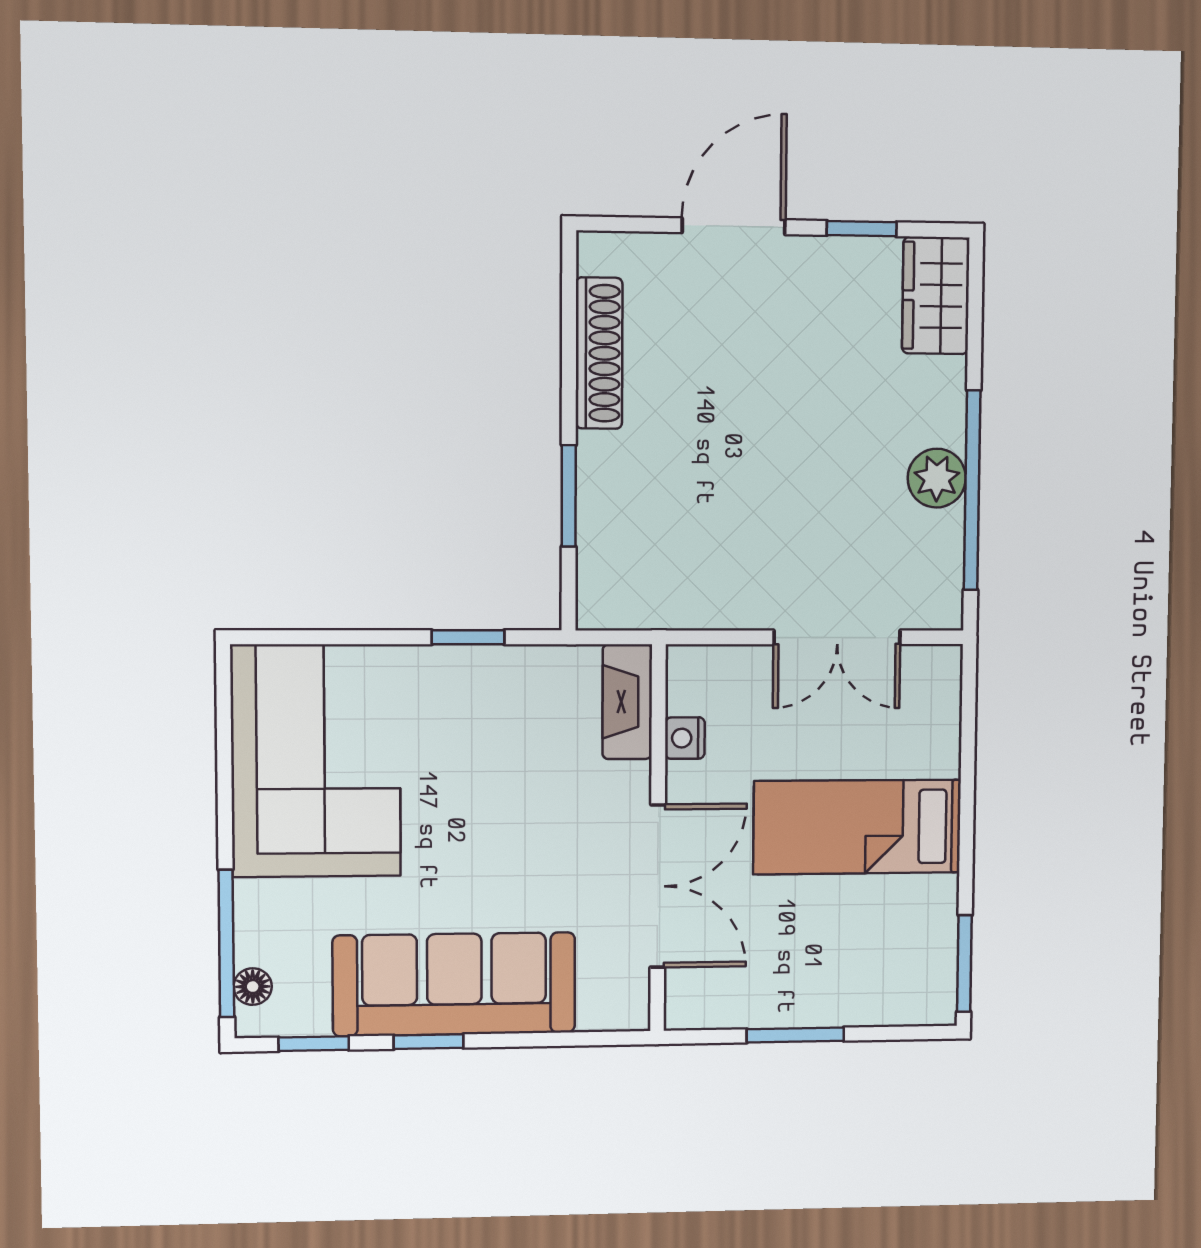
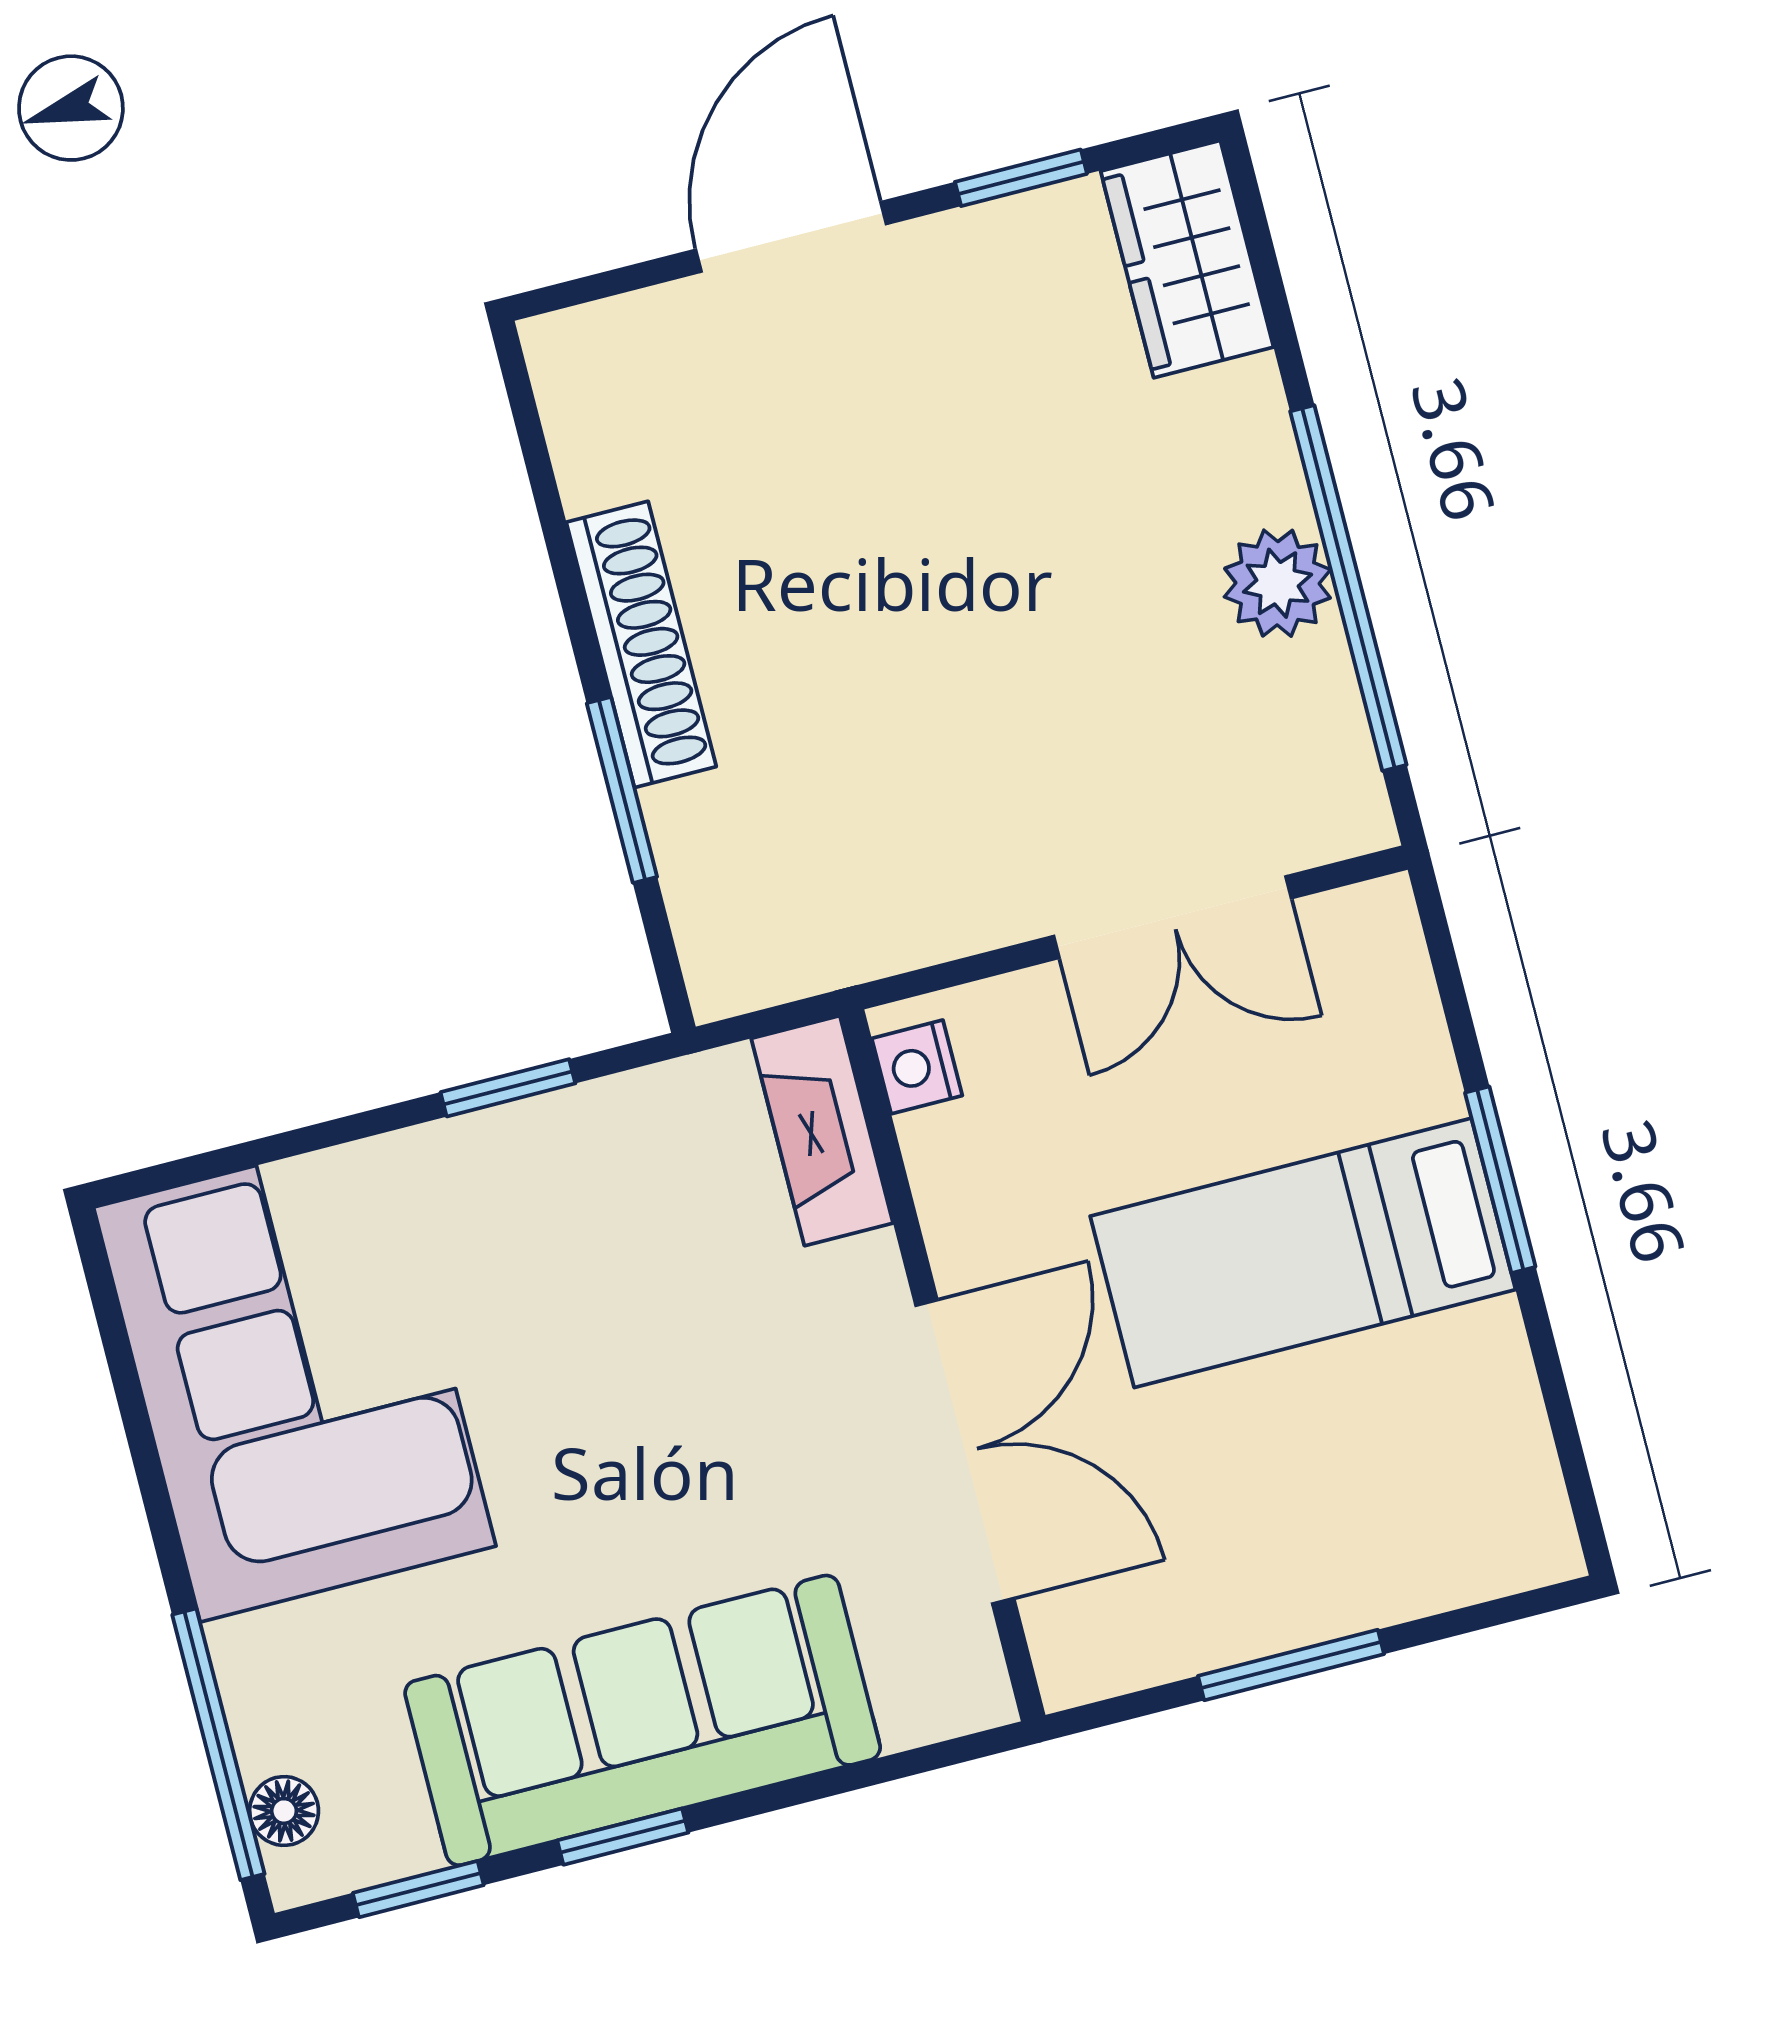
shoe rack: (599, 353) -> (641, 644), moved
nightstand: (685, 738) -> (917, 1067), moved
window: (964, 964) -> (1500, 1180), moved

